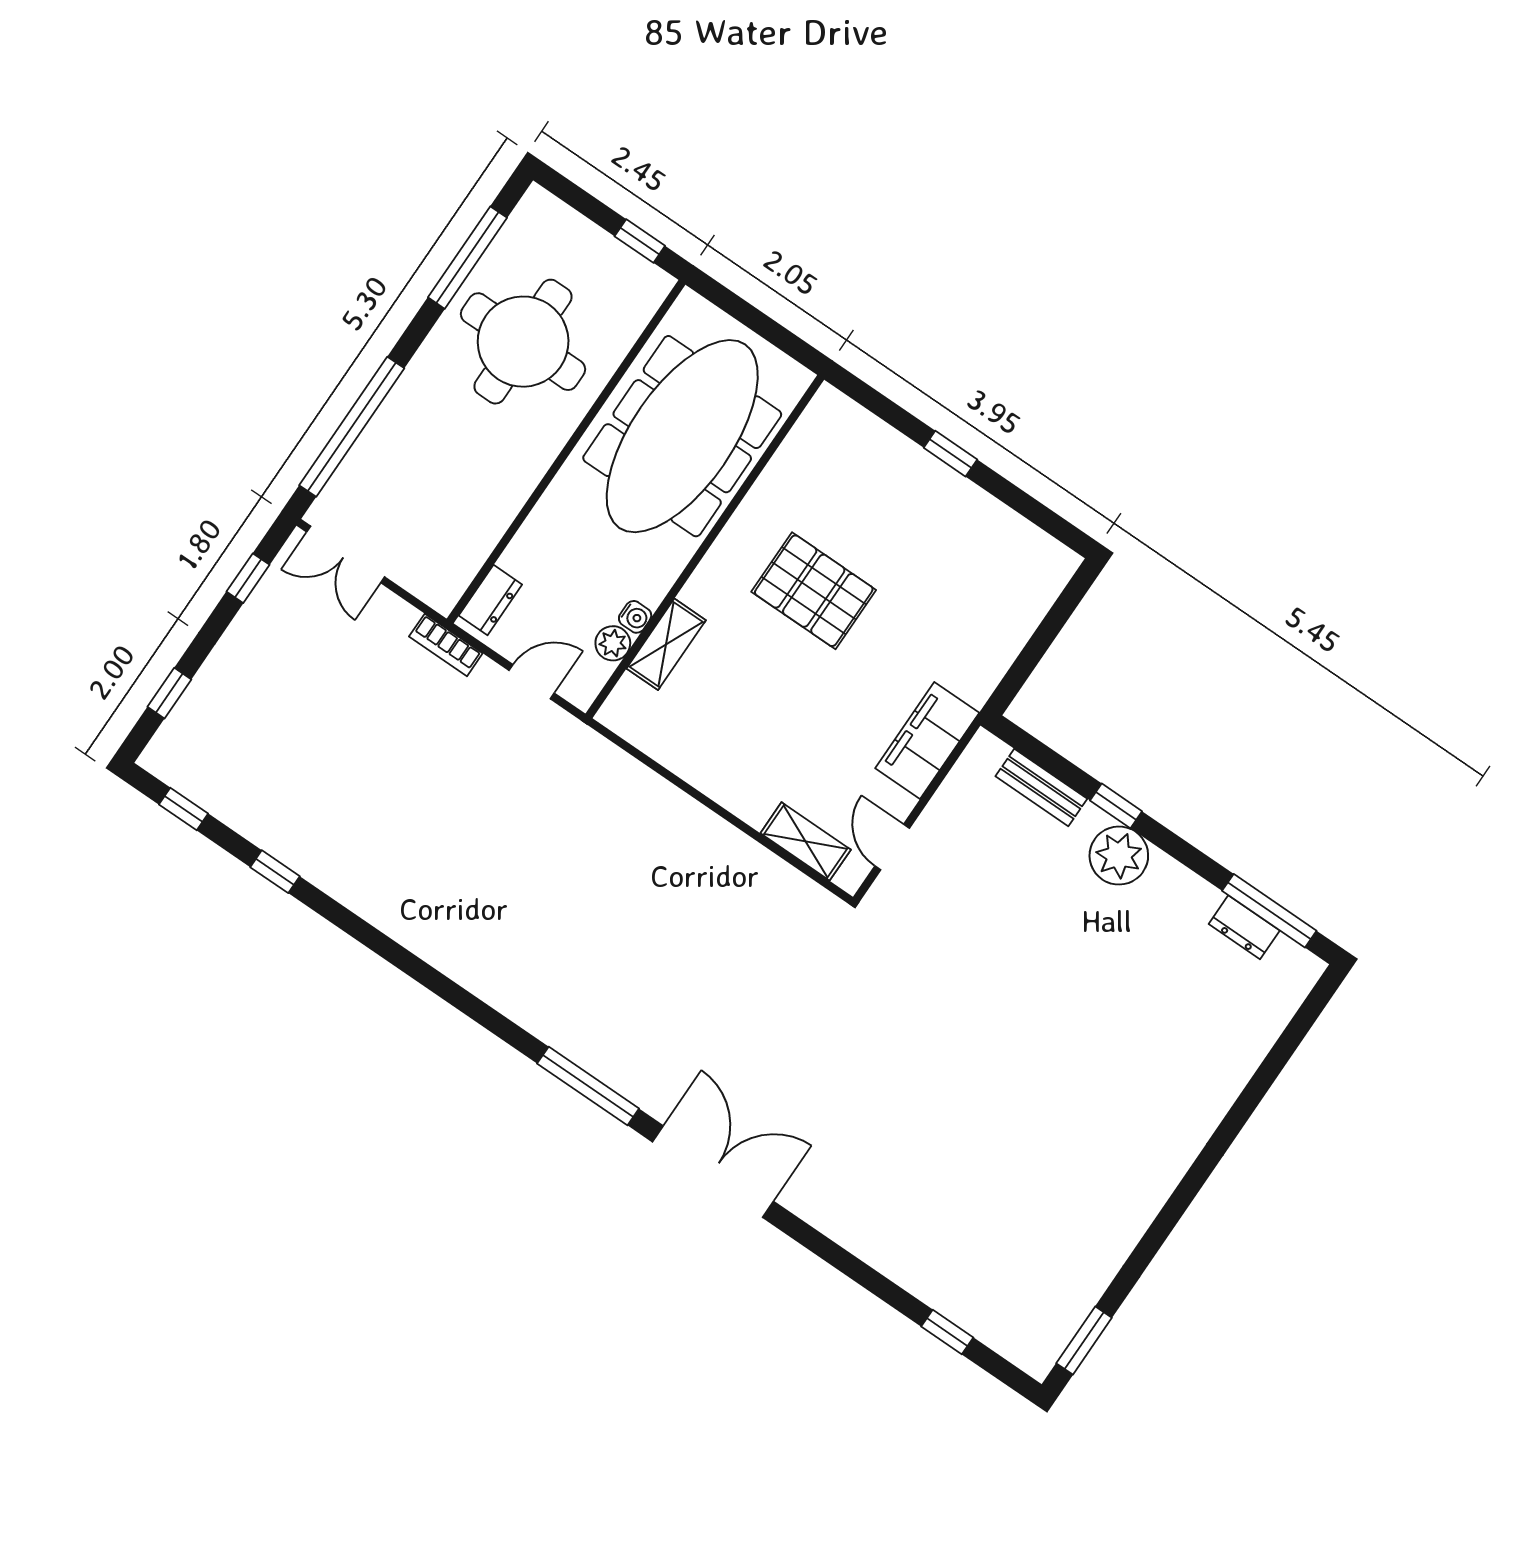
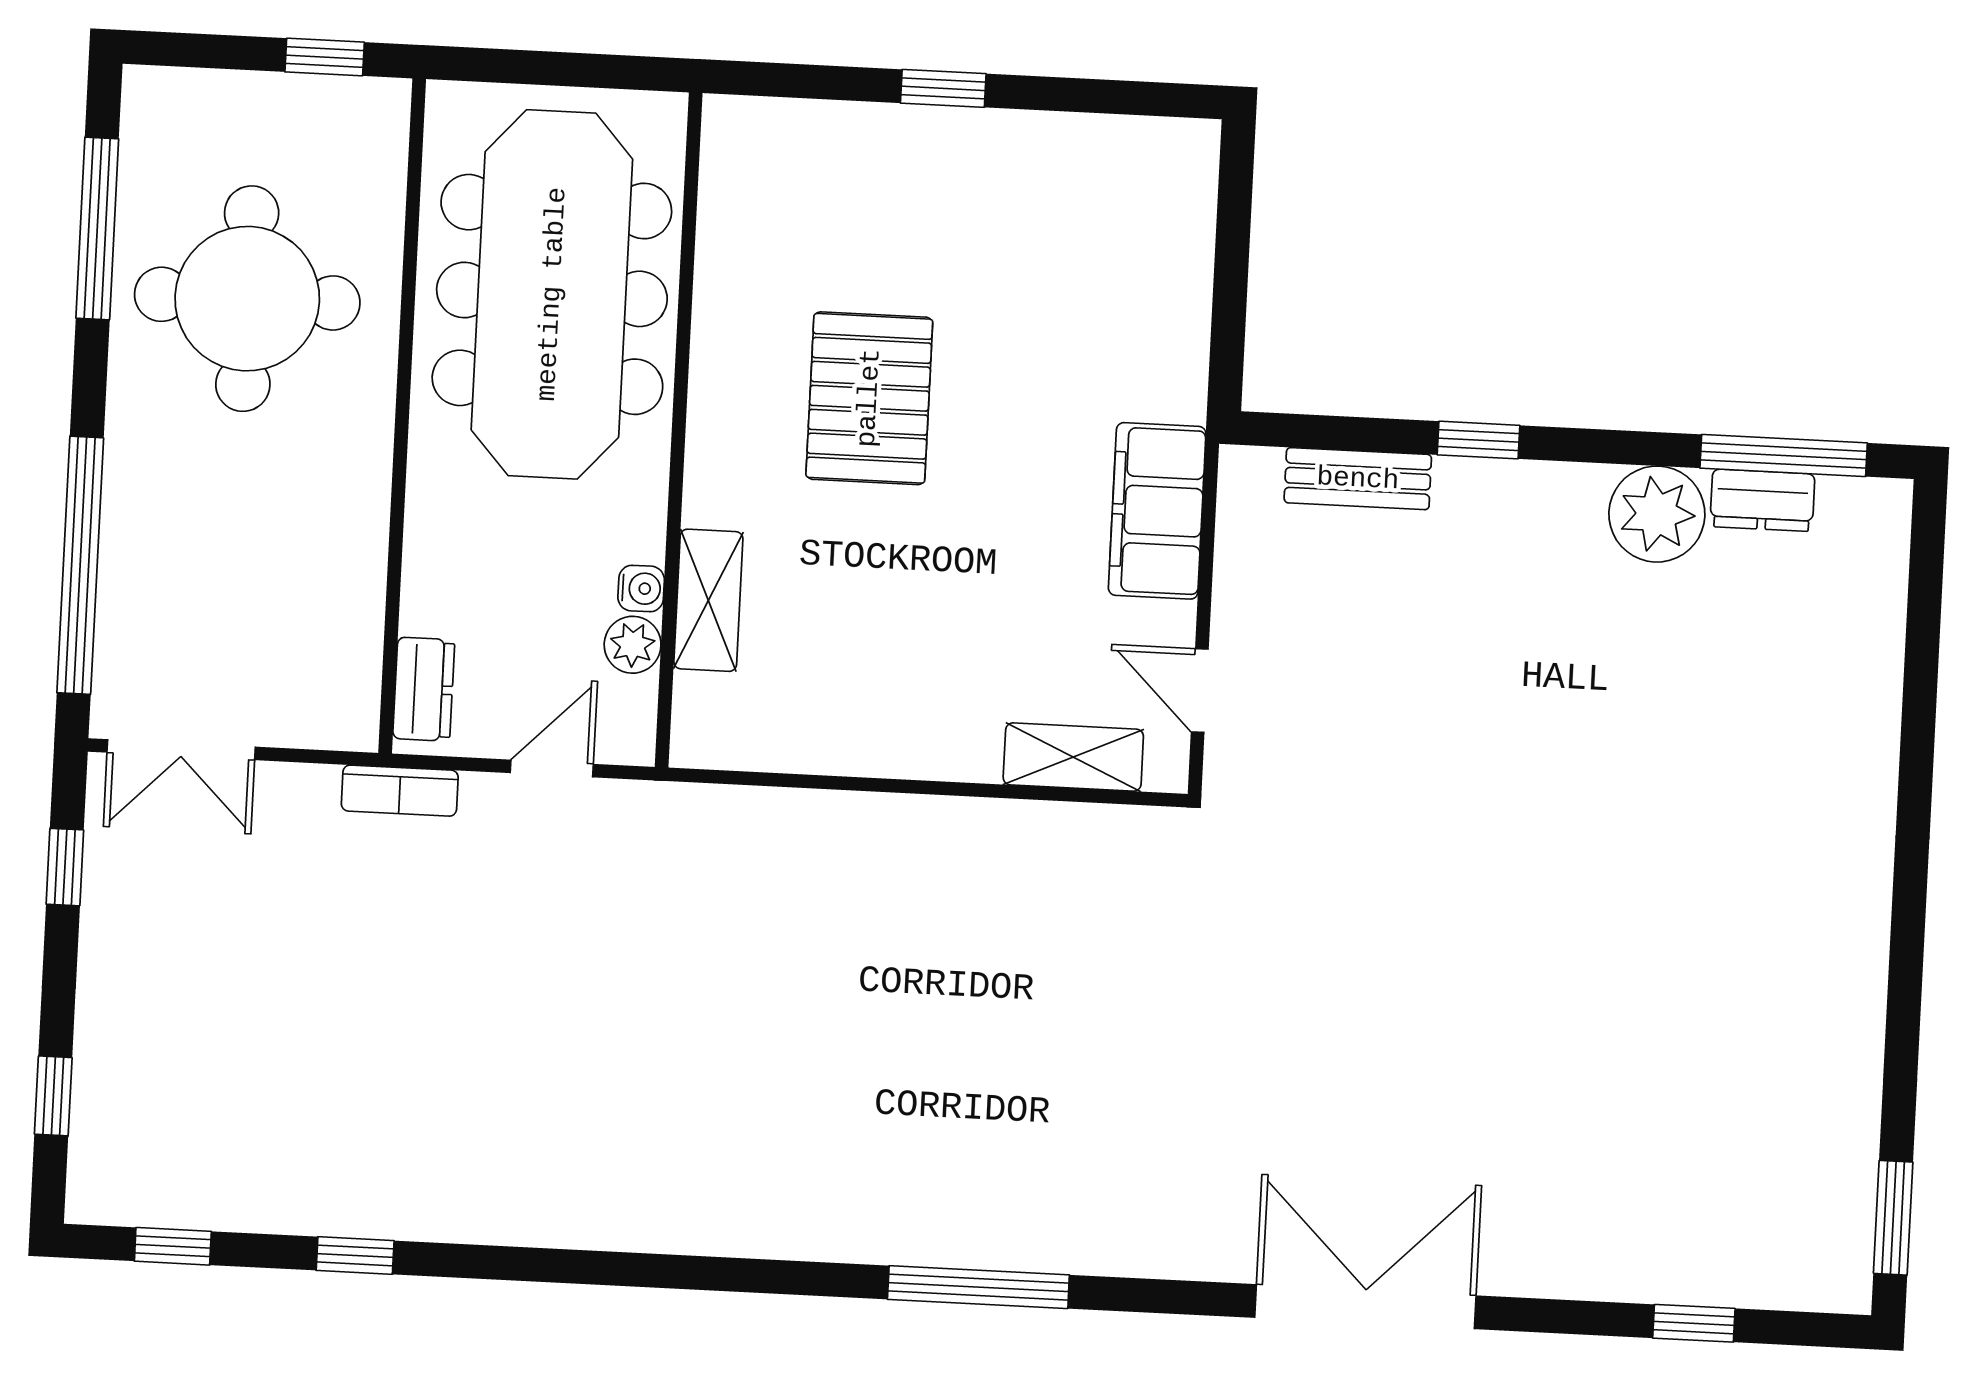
pallet: (814, 591) -> (869, 398), turned 90
plant: (1119, 856) -> (1657, 514), moved
double door: (713, 1172) -> (1365, 1307), moved

